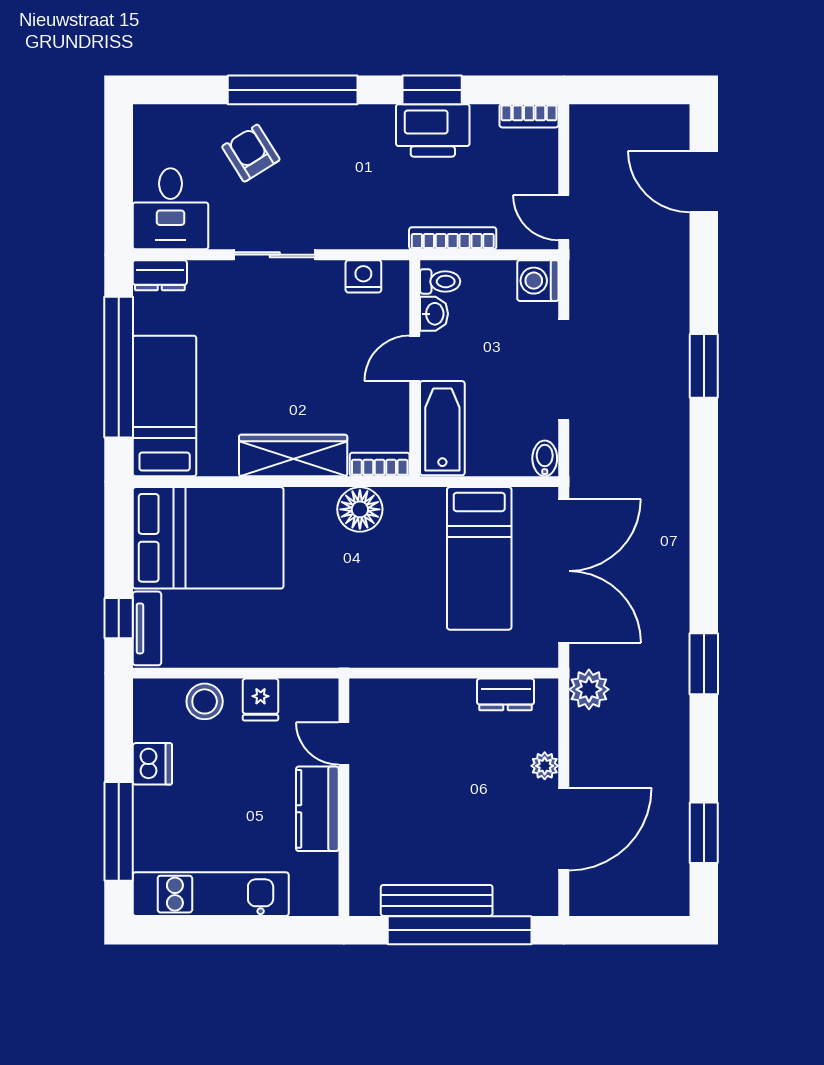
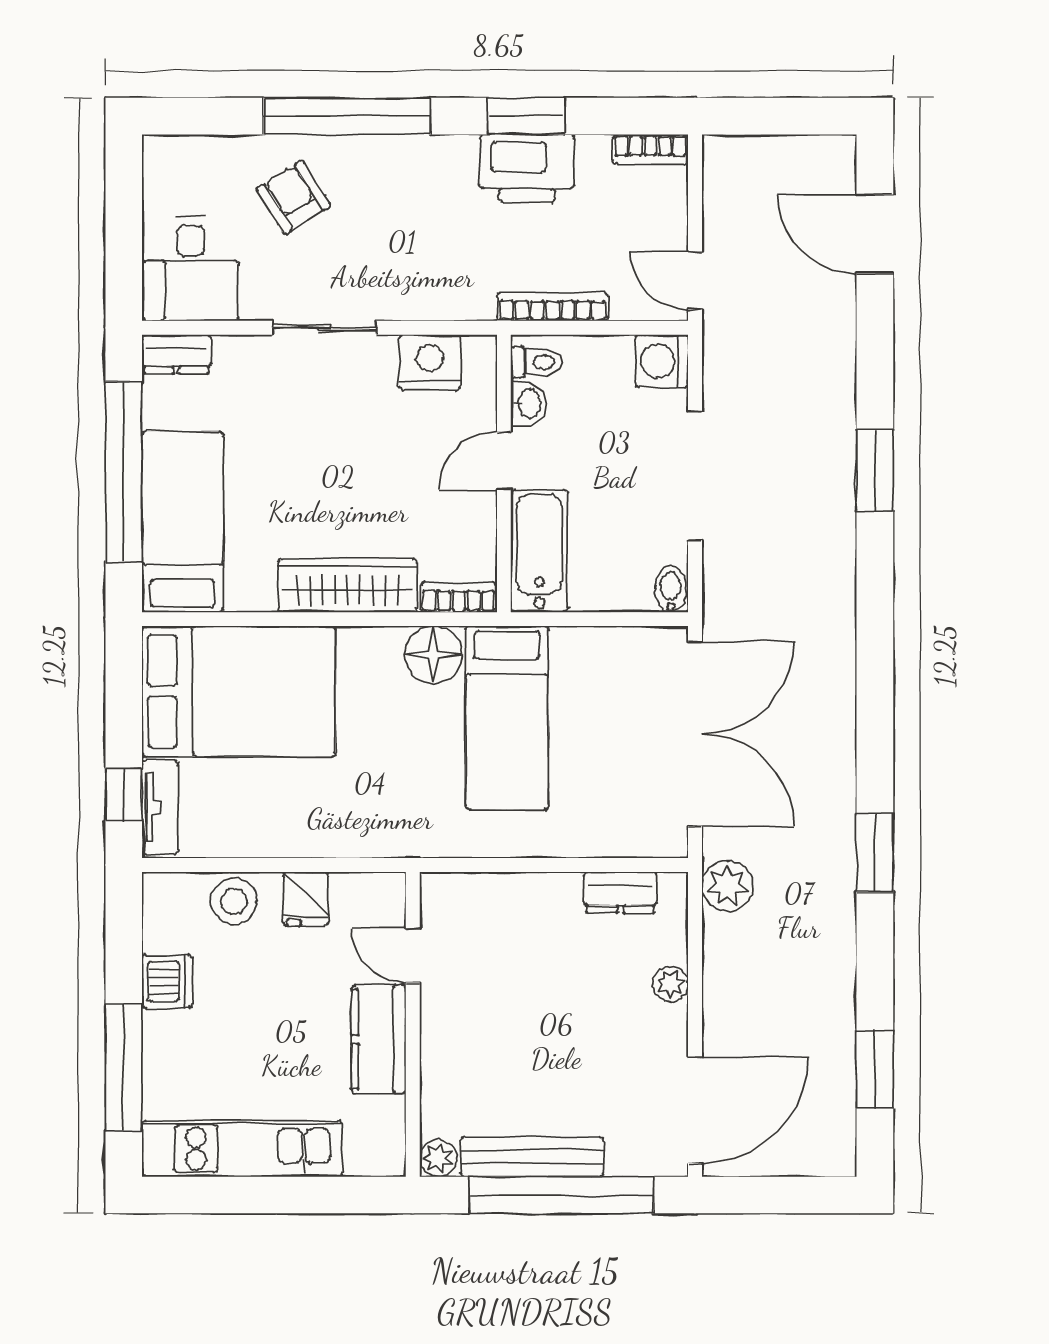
nightstand: (363, 276) -> (430, 362), width x1.36, depth x1.33
bed: (479, 558) -> (507, 718), moved
door: (564, 829) -> (695, 1110), moved
plant: (364, 902) -> (438, 1158), added

